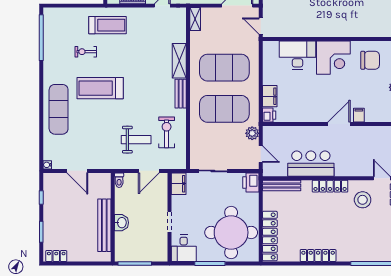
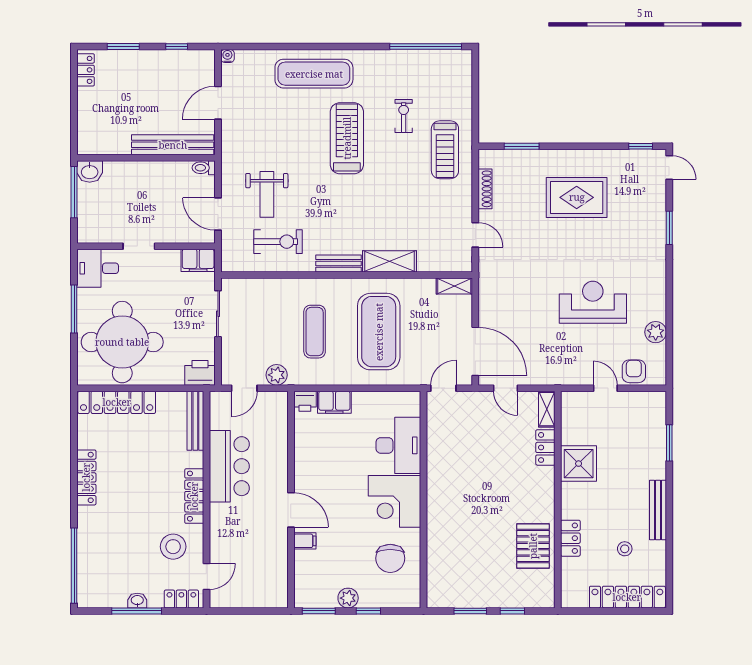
exercise mat: (224, 109) -> (315, 332), width x0.50, depth x0.69
washbasin: (121, 223) -> (90, 171), moved
bench: (104, 225) -> (173, 145), moved

